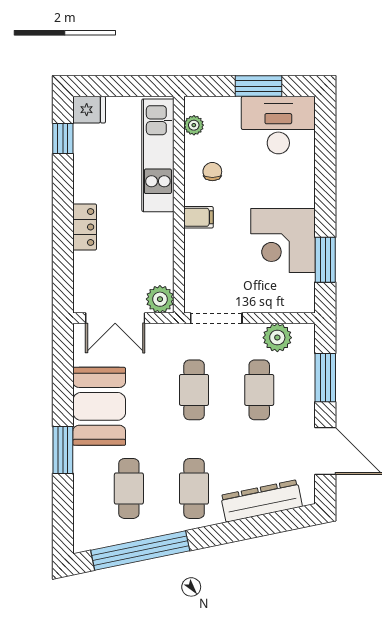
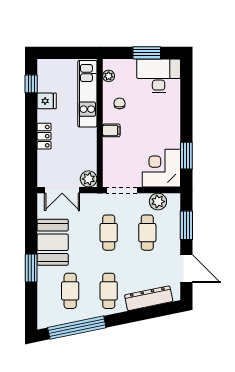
fridge: (89, 110) -> (47, 101), moved
corner desk: (283, 240) -> (161, 168), moved, turned 90

